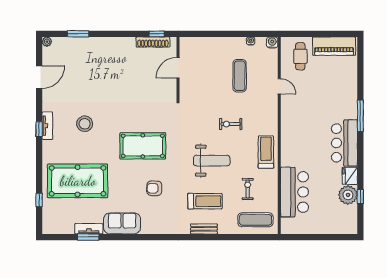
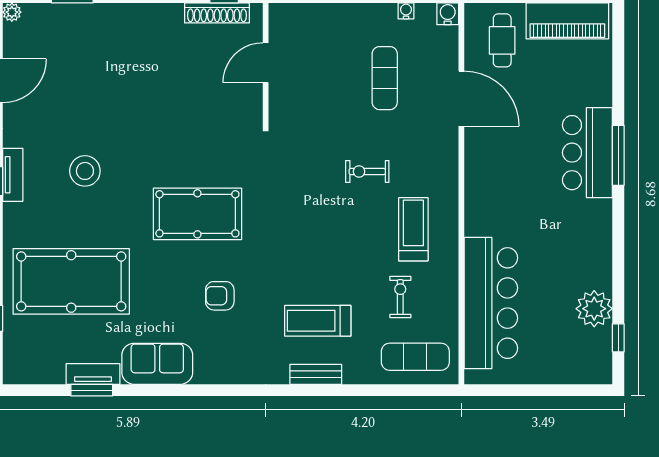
door: (279, 86) -> (461, 99), width x1.88
bar counter: (344, 143) -> (587, 153), moved
treadmill: (266, 152) -> (413, 229), moved
weight bench: (212, 161) -> (331, 242), removed
fridge: (350, 176) -> (598, 272), removed
bar counter: (295, 192) -> (491, 303), width x1.36
window: (360, 197) -> (618, 338), moved
treadmill: (205, 201) -> (318, 321), turned 180

